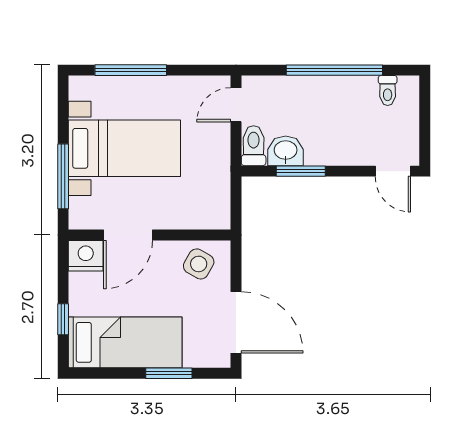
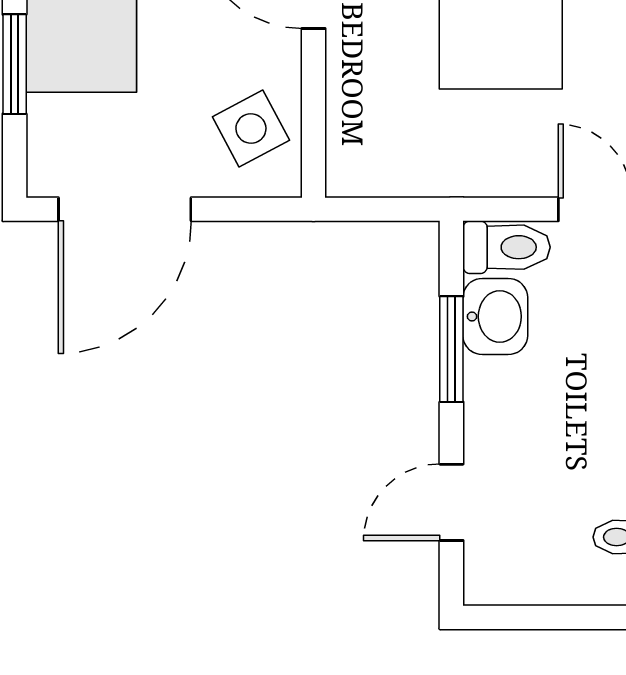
door: (393, 171) -> (451, 502), moved
side table: (199, 264) -> (251, 129), turned 32

